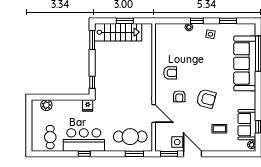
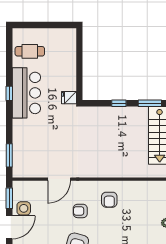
window: (92, 82) -> (119, 103), moved
plant: (46, 105) -> (69, 47), removed
cafe table: (130, 137) -> (30, 150), removed

